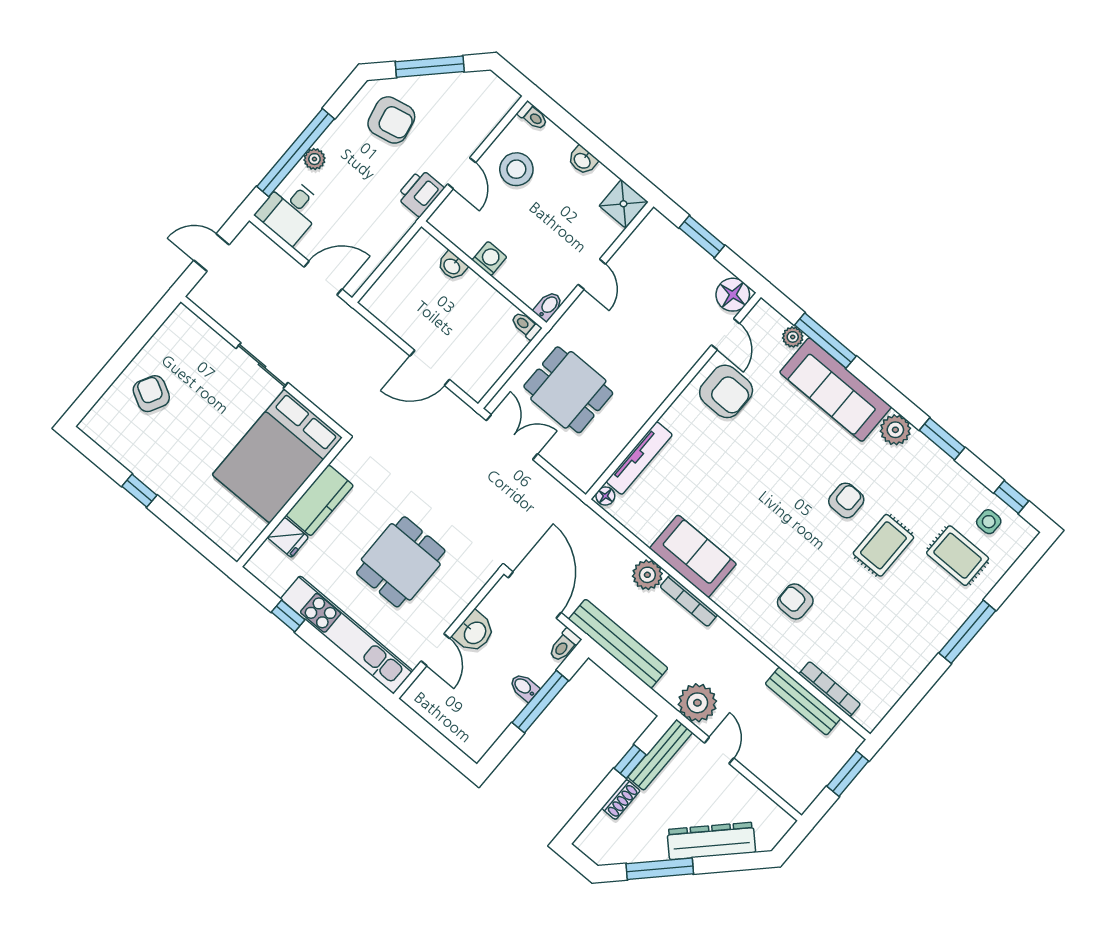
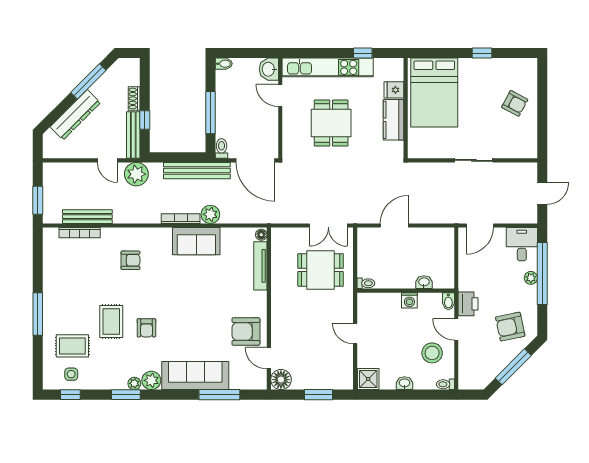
bidet: (548, 306) -> (448, 301), moved
plant: (793, 337) -> (134, 383), moved
bed: (277, 456) -> (434, 93), moved, turned 180
washbasin: (474, 632) -> (269, 69), moved
bidet: (524, 687) -> (224, 64), moved

